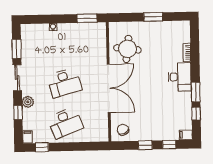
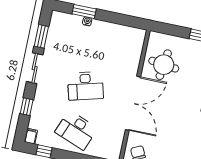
window: (87, 18) -> (84, 11), moved
plant: (28, 102) -> (40, 98), removed
desk: (65, 123) -> (76, 130), turned 42

